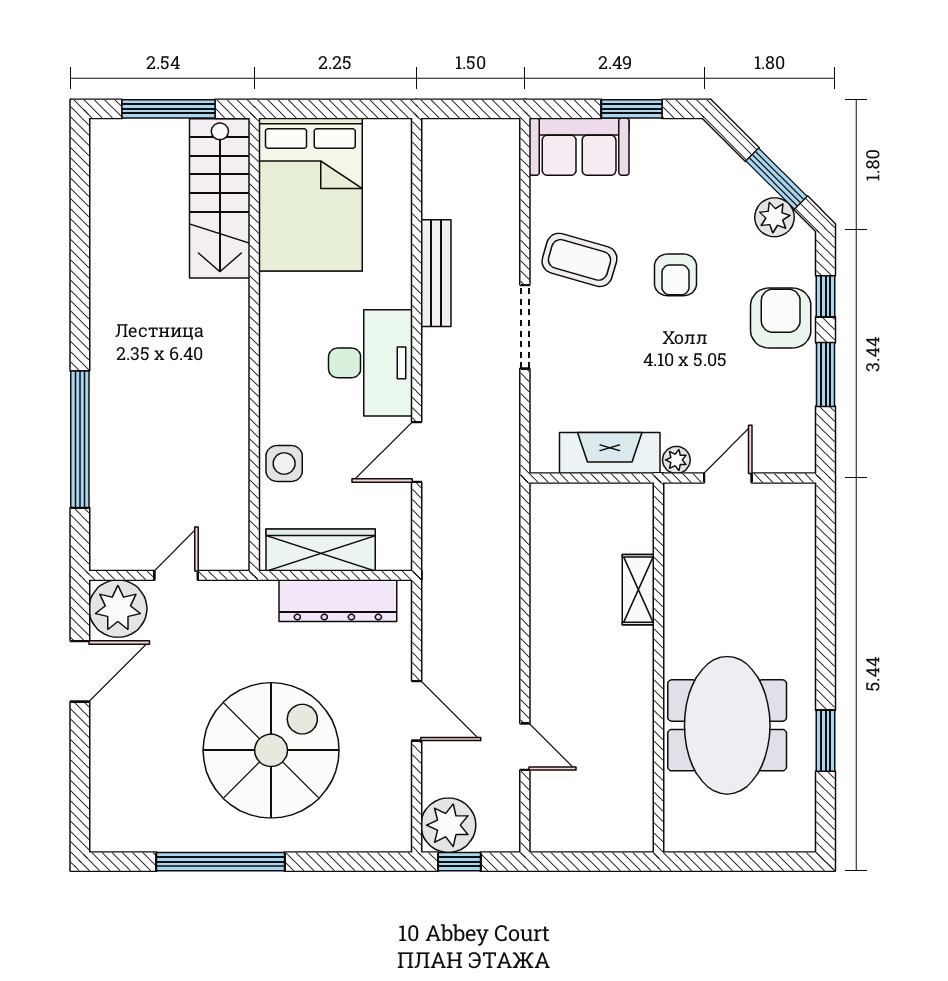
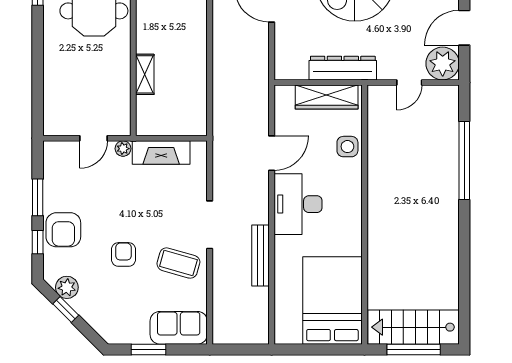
window: (776, 179) -> (66, 309), width x0.67
stairs: (220, 198) -> (413, 327), moved, turned -90
dresser: (338, 601) -> (343, 68), moved

